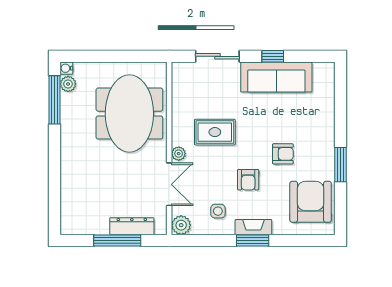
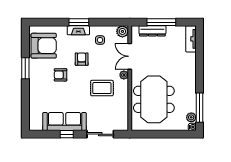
armchair: (311, 202) -> (44, 46), turned -90
tv unit: (68, 213) -> (191, 39), added

